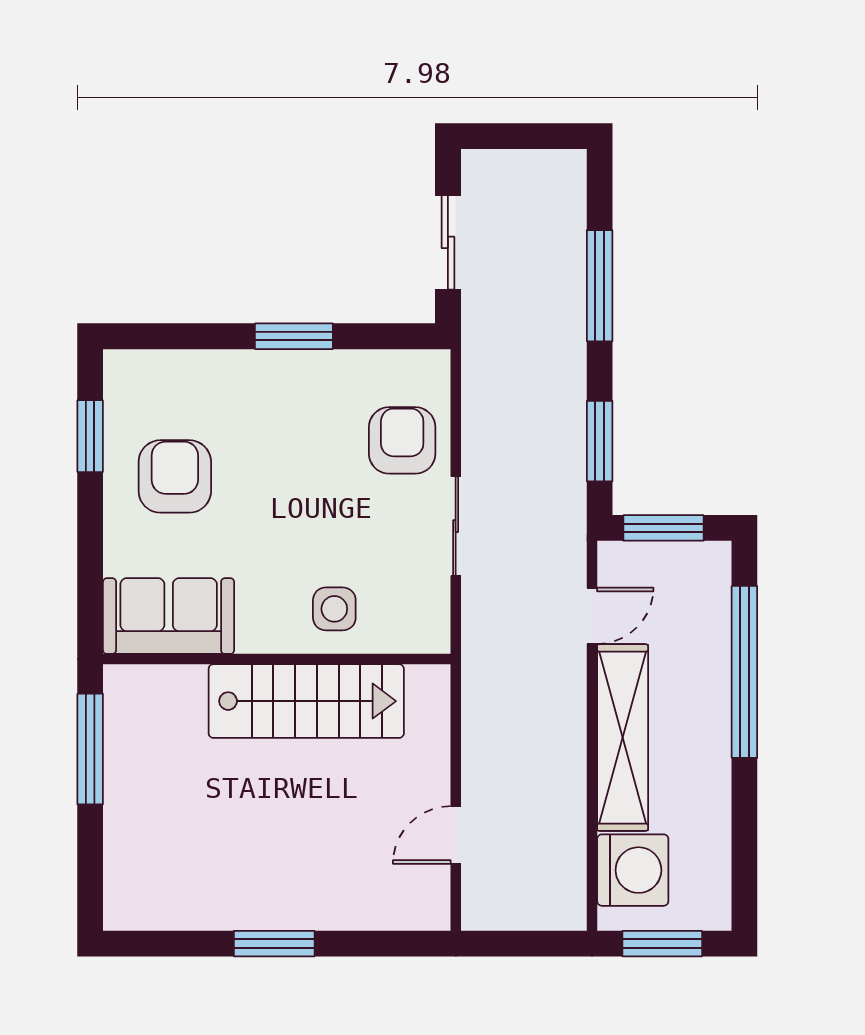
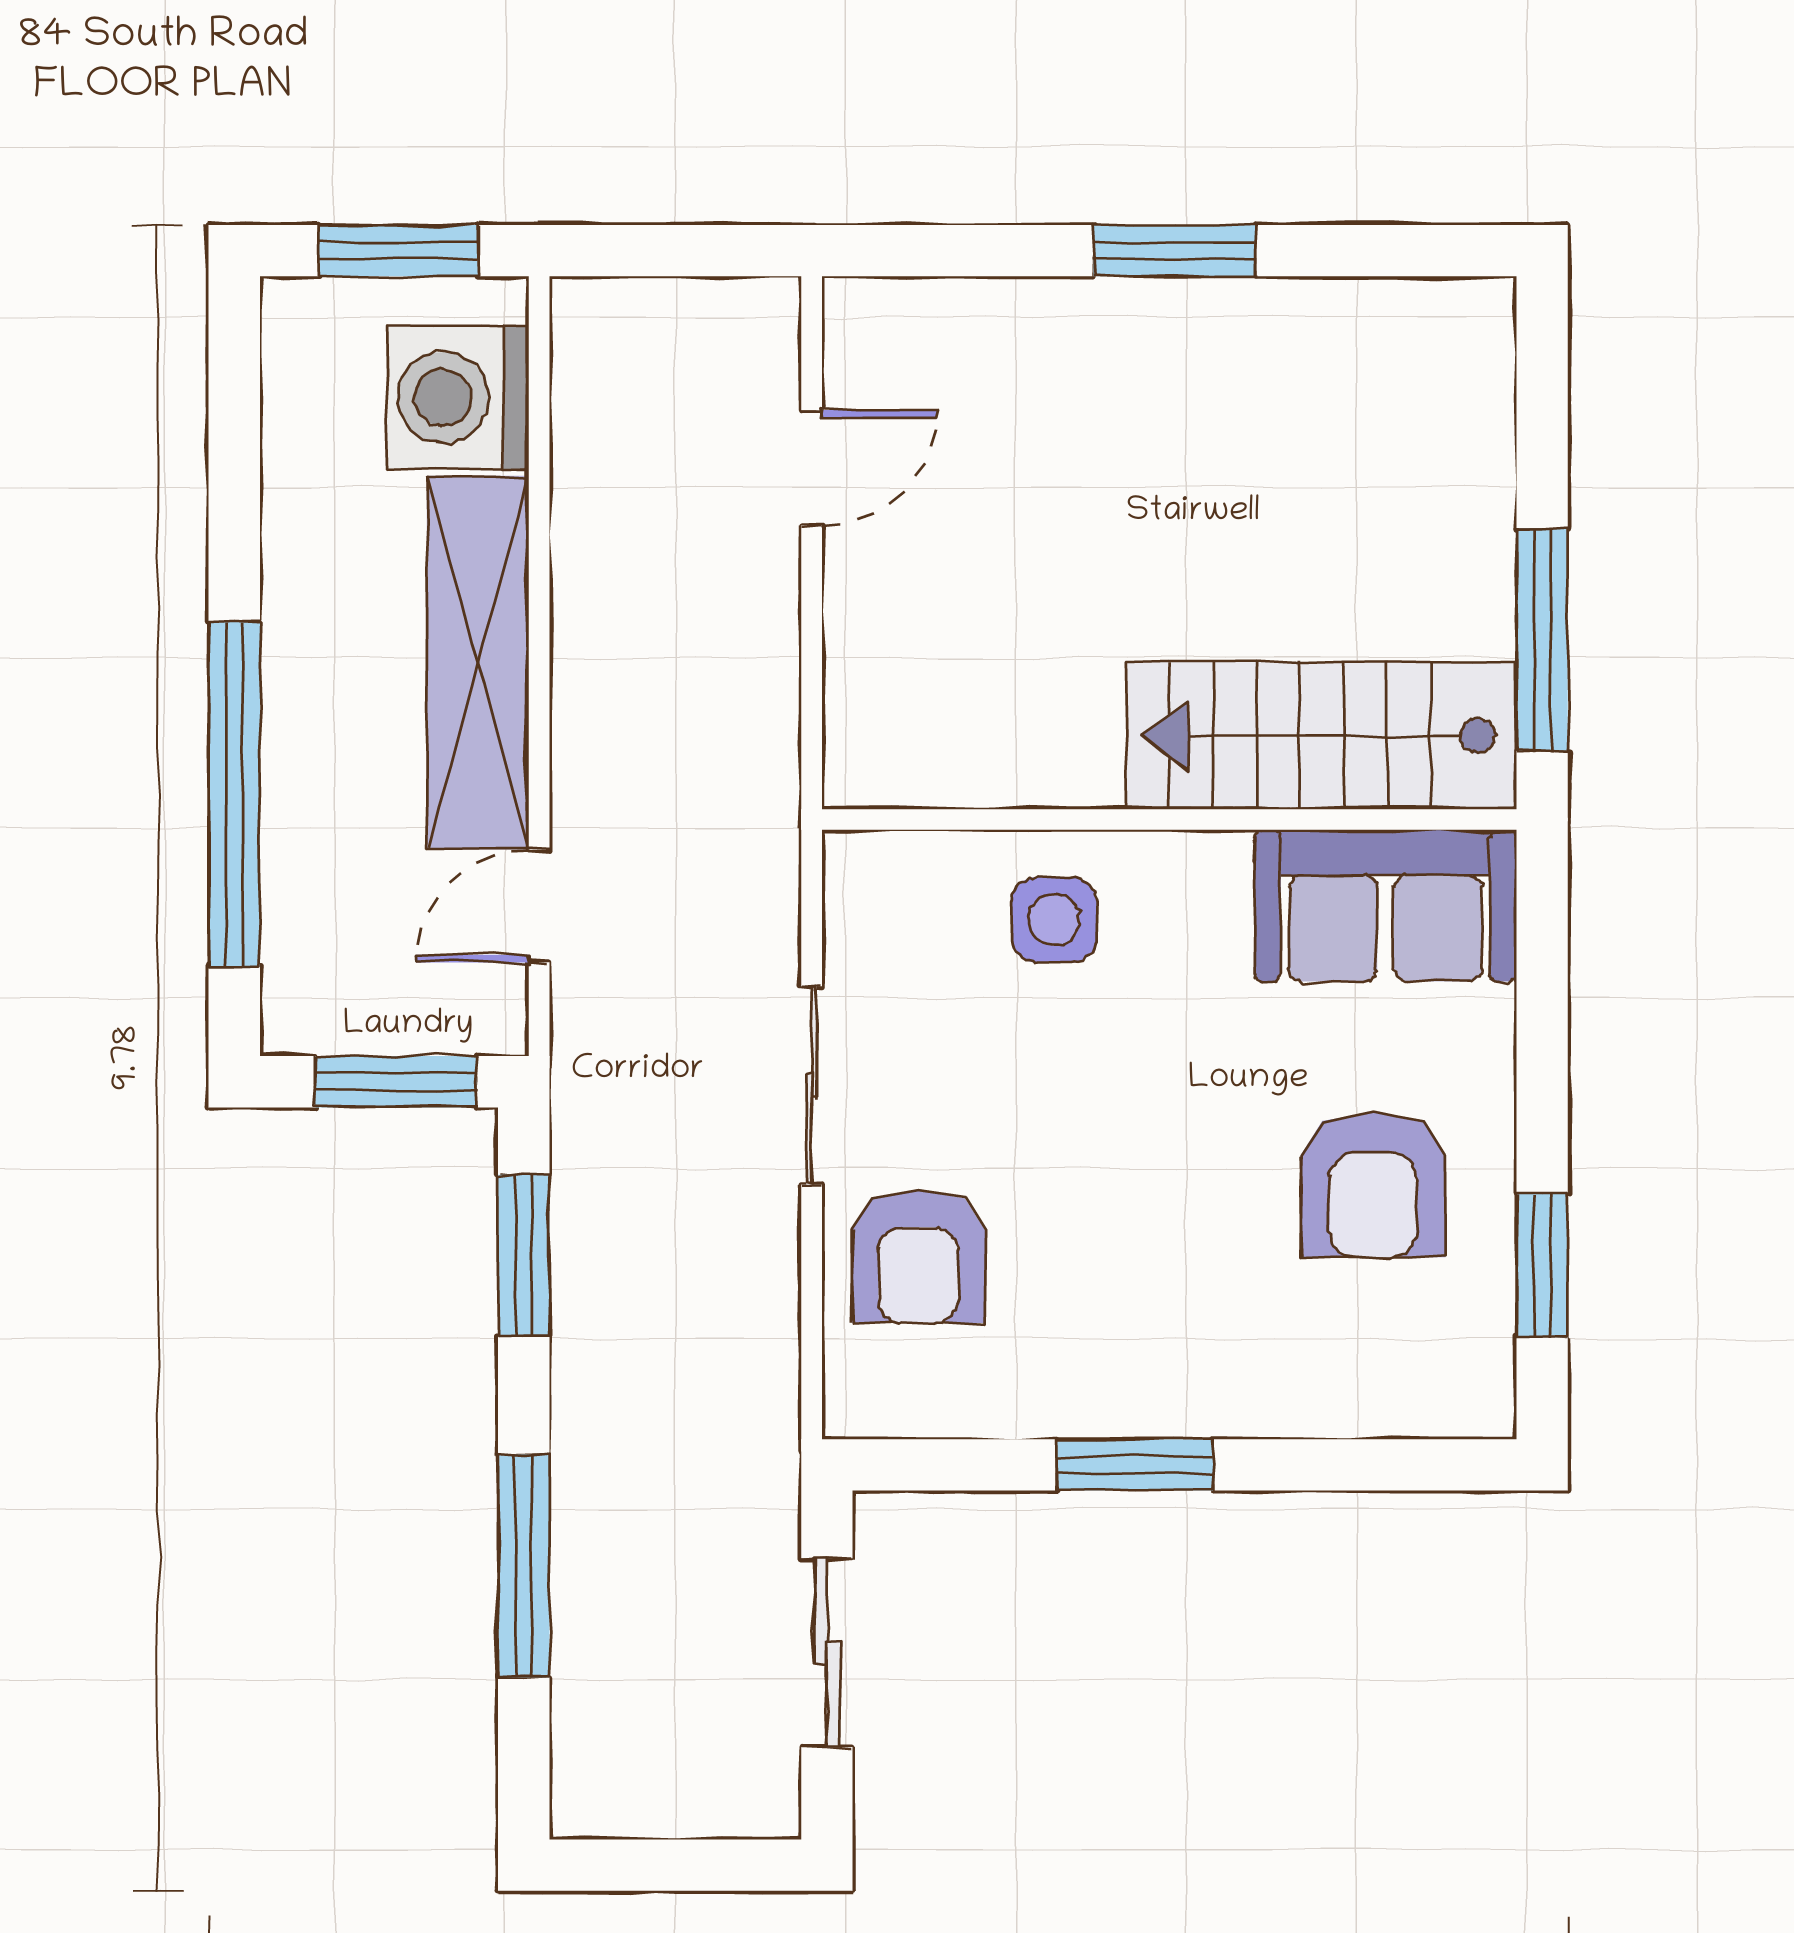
stairs: (306, 701) -> (1321, 736), moved

